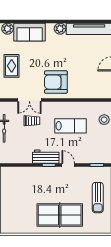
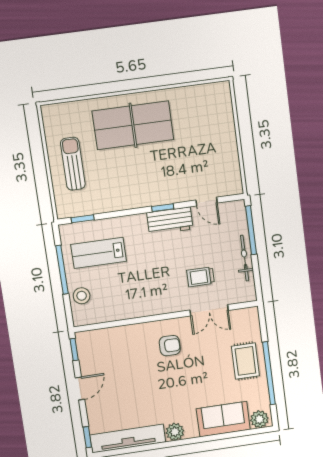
armchair: (56, 82) -> (170, 346), width x0.53, depth x0.53
double door: (29, 100) -> (209, 310), swing flipped
lab bench: (70, 126) -> (99, 253), moved
door: (68, 165) -> (207, 202), moved

